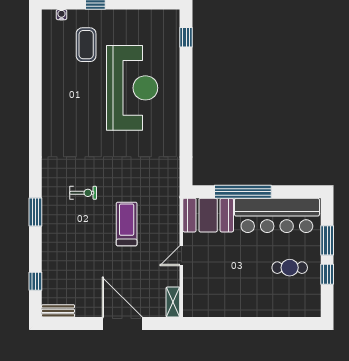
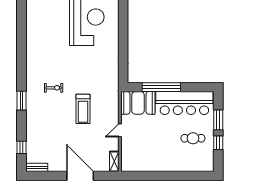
treadmill: (127, 224) -> (83, 109), turned 180

